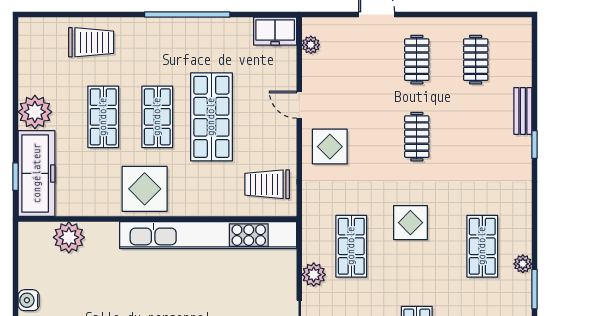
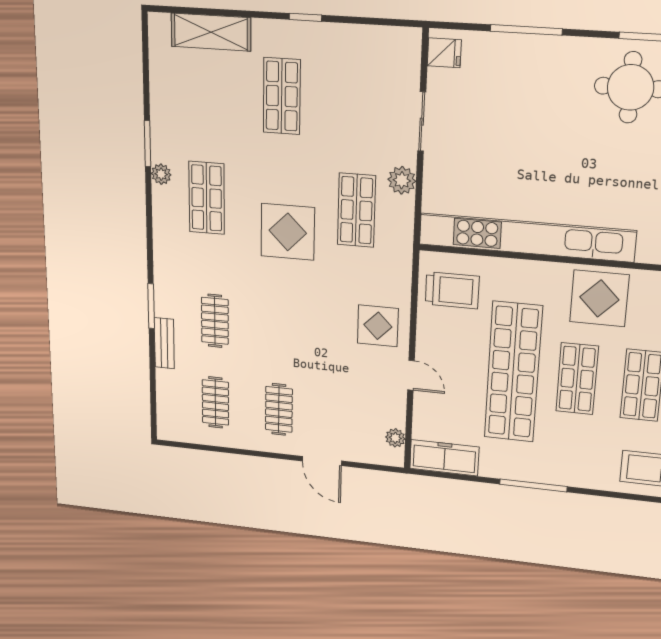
window: (187, 15) -> (533, 485), width x0.68
freezer: (275, 31) -> (444, 458), width x1.40
shop shelf: (211, 117) -> (513, 372), width x1.40
clothes rail: (417, 137) -> (215, 321), moved
window: (534, 144) -> (151, 306), width x1.50
display table: (410, 223) -> (288, 232), width x1.36, depth x1.36

